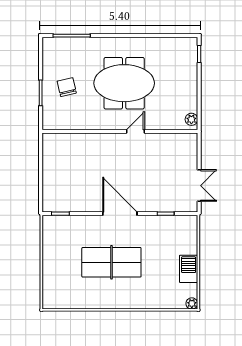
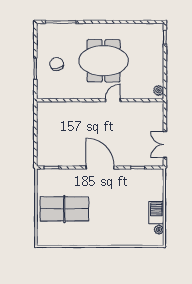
double door: (199, 186) -> (165, 145), swing flipped
table tennis table: (111, 262) -> (64, 209), moved
plant: (192, 303) -> (159, 230), moved

